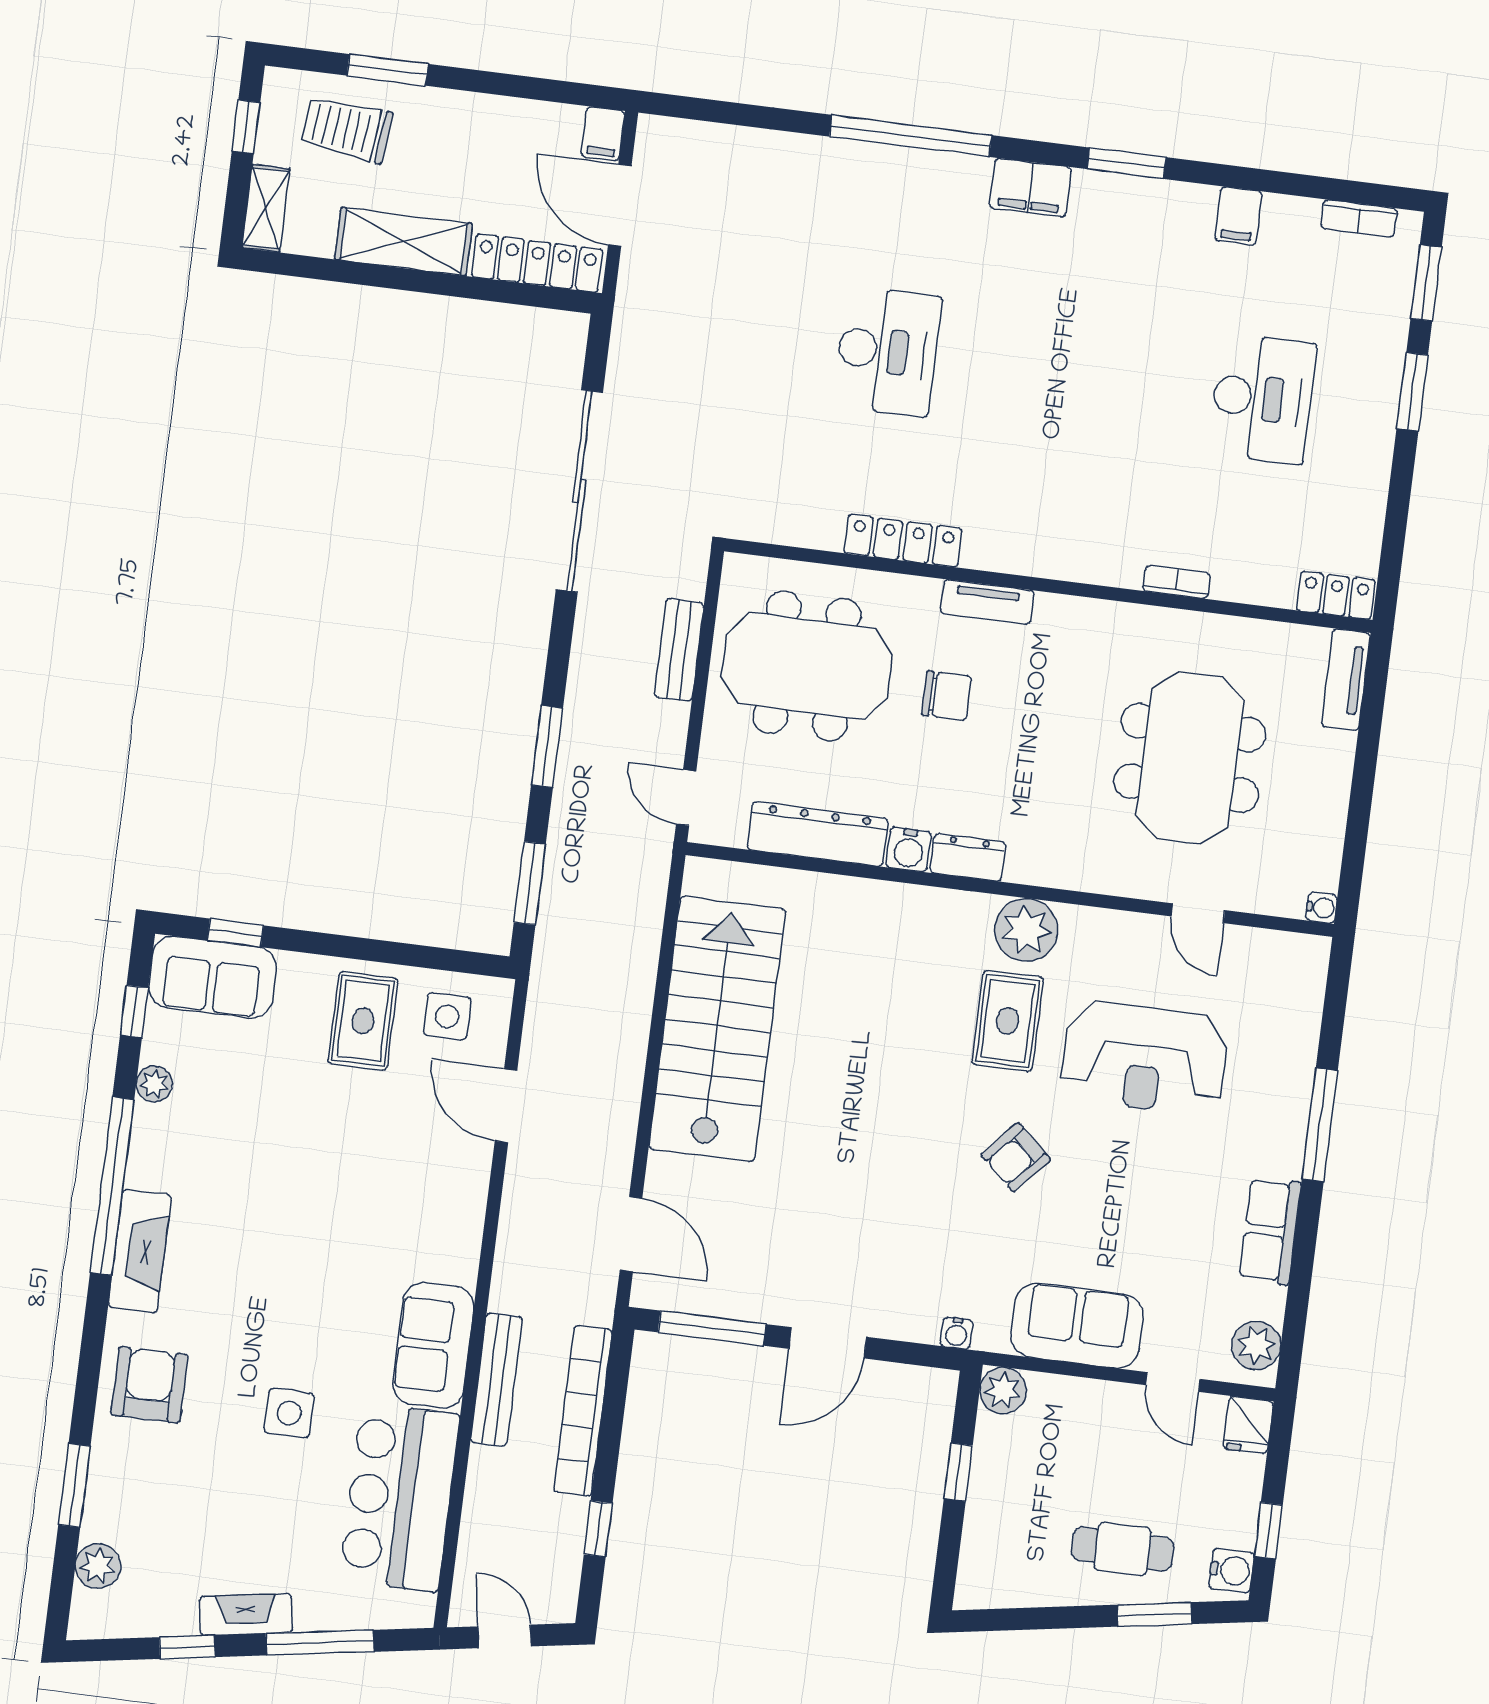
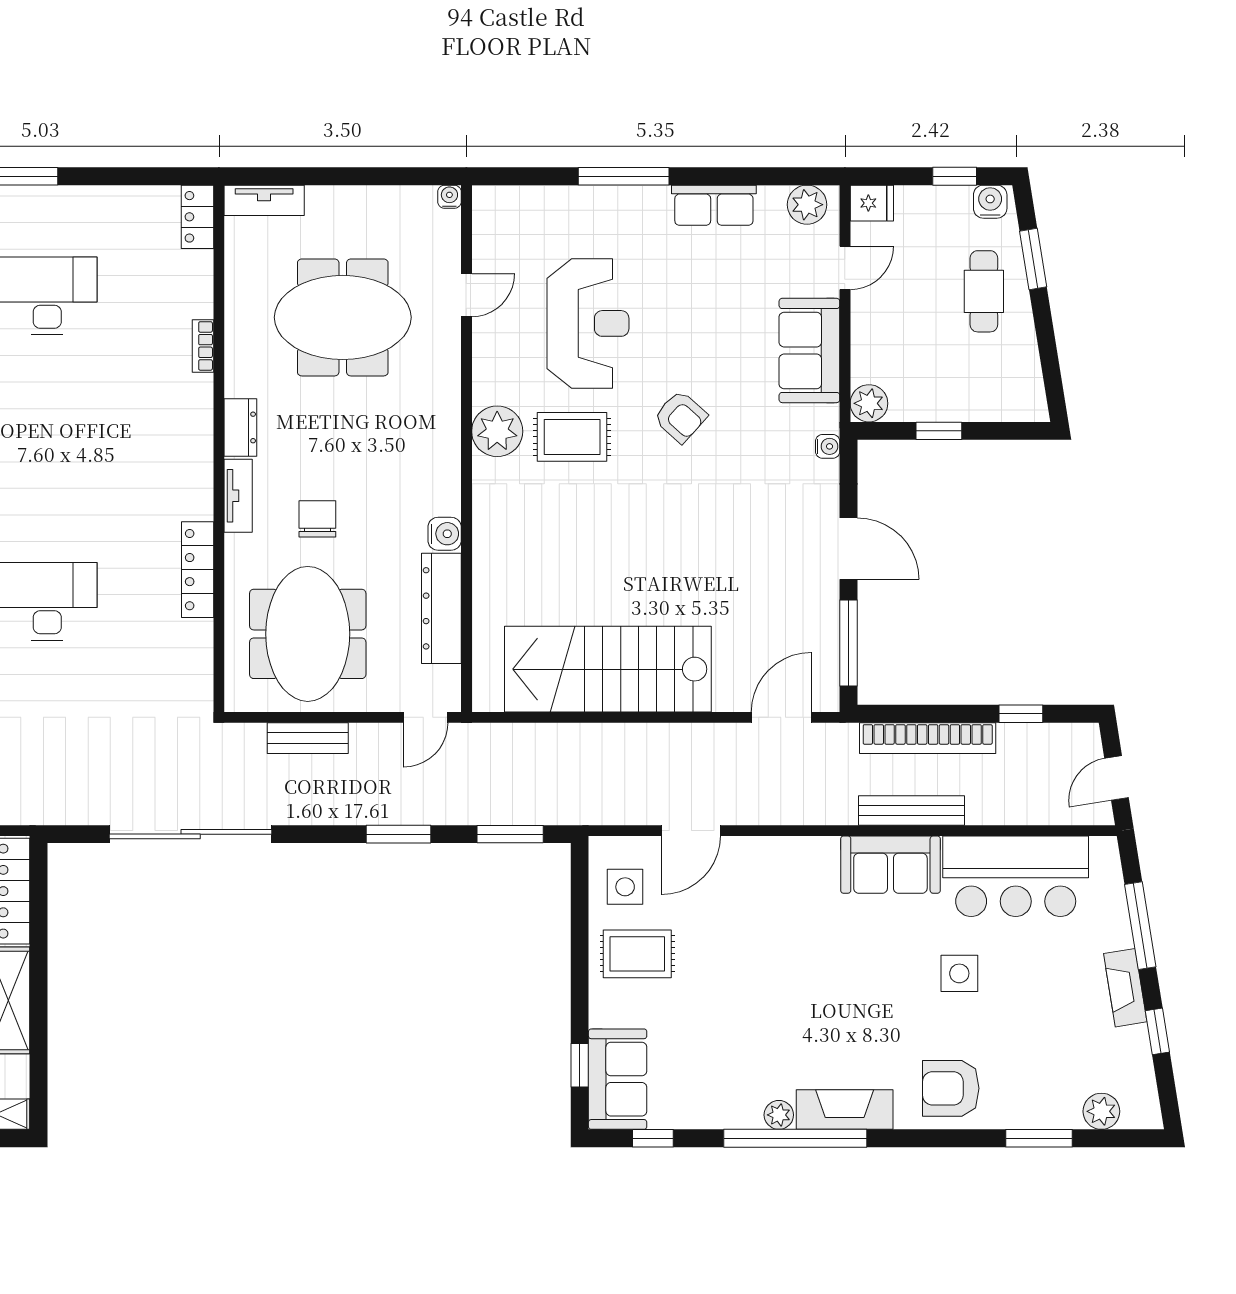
dresser: (968, 857) -> (240, 427), moved, turned 180
plant: (154, 1084) -> (779, 1115), moved

